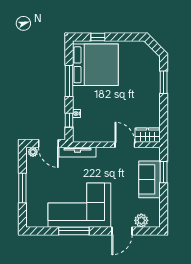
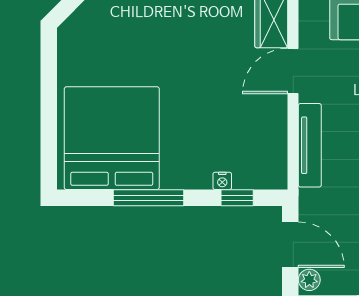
window: (98, 37) -> (49, 133), removed
door: (48, 144) -> (290, 245), hinge flipped
tv unit: (78, 152) -> (310, 145), moved

